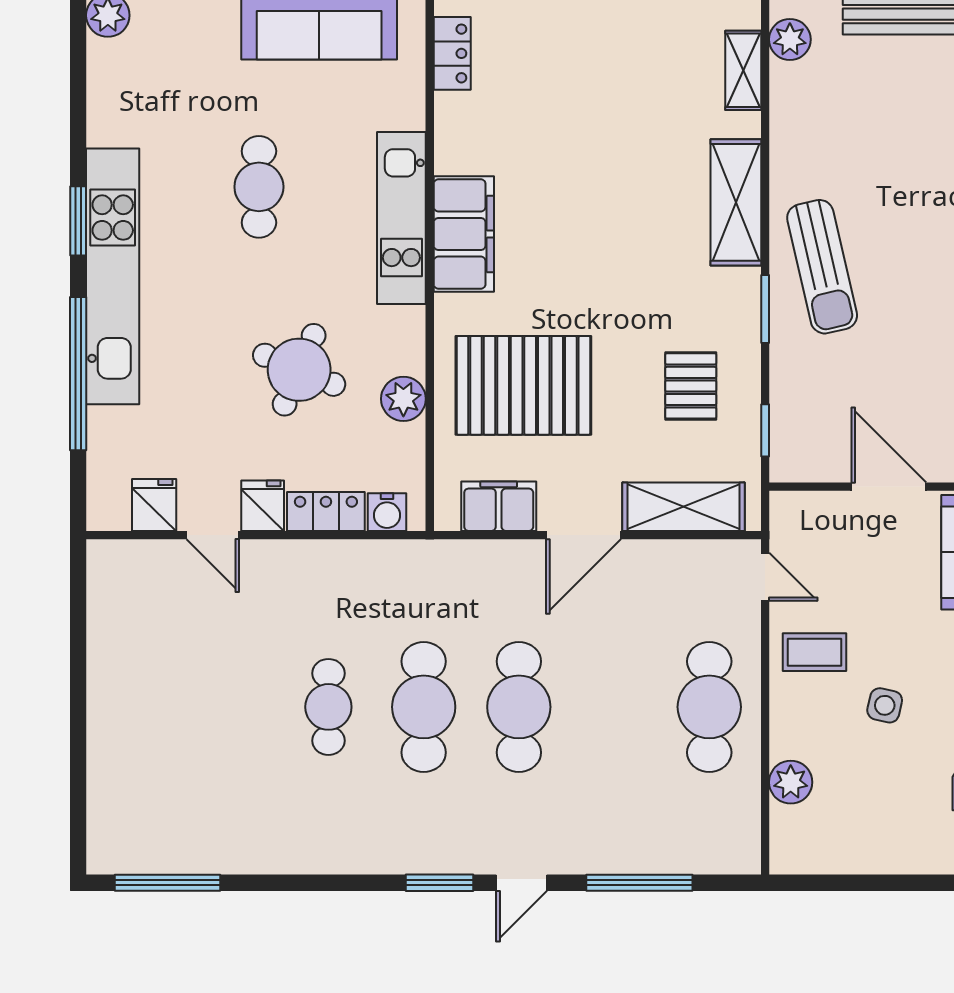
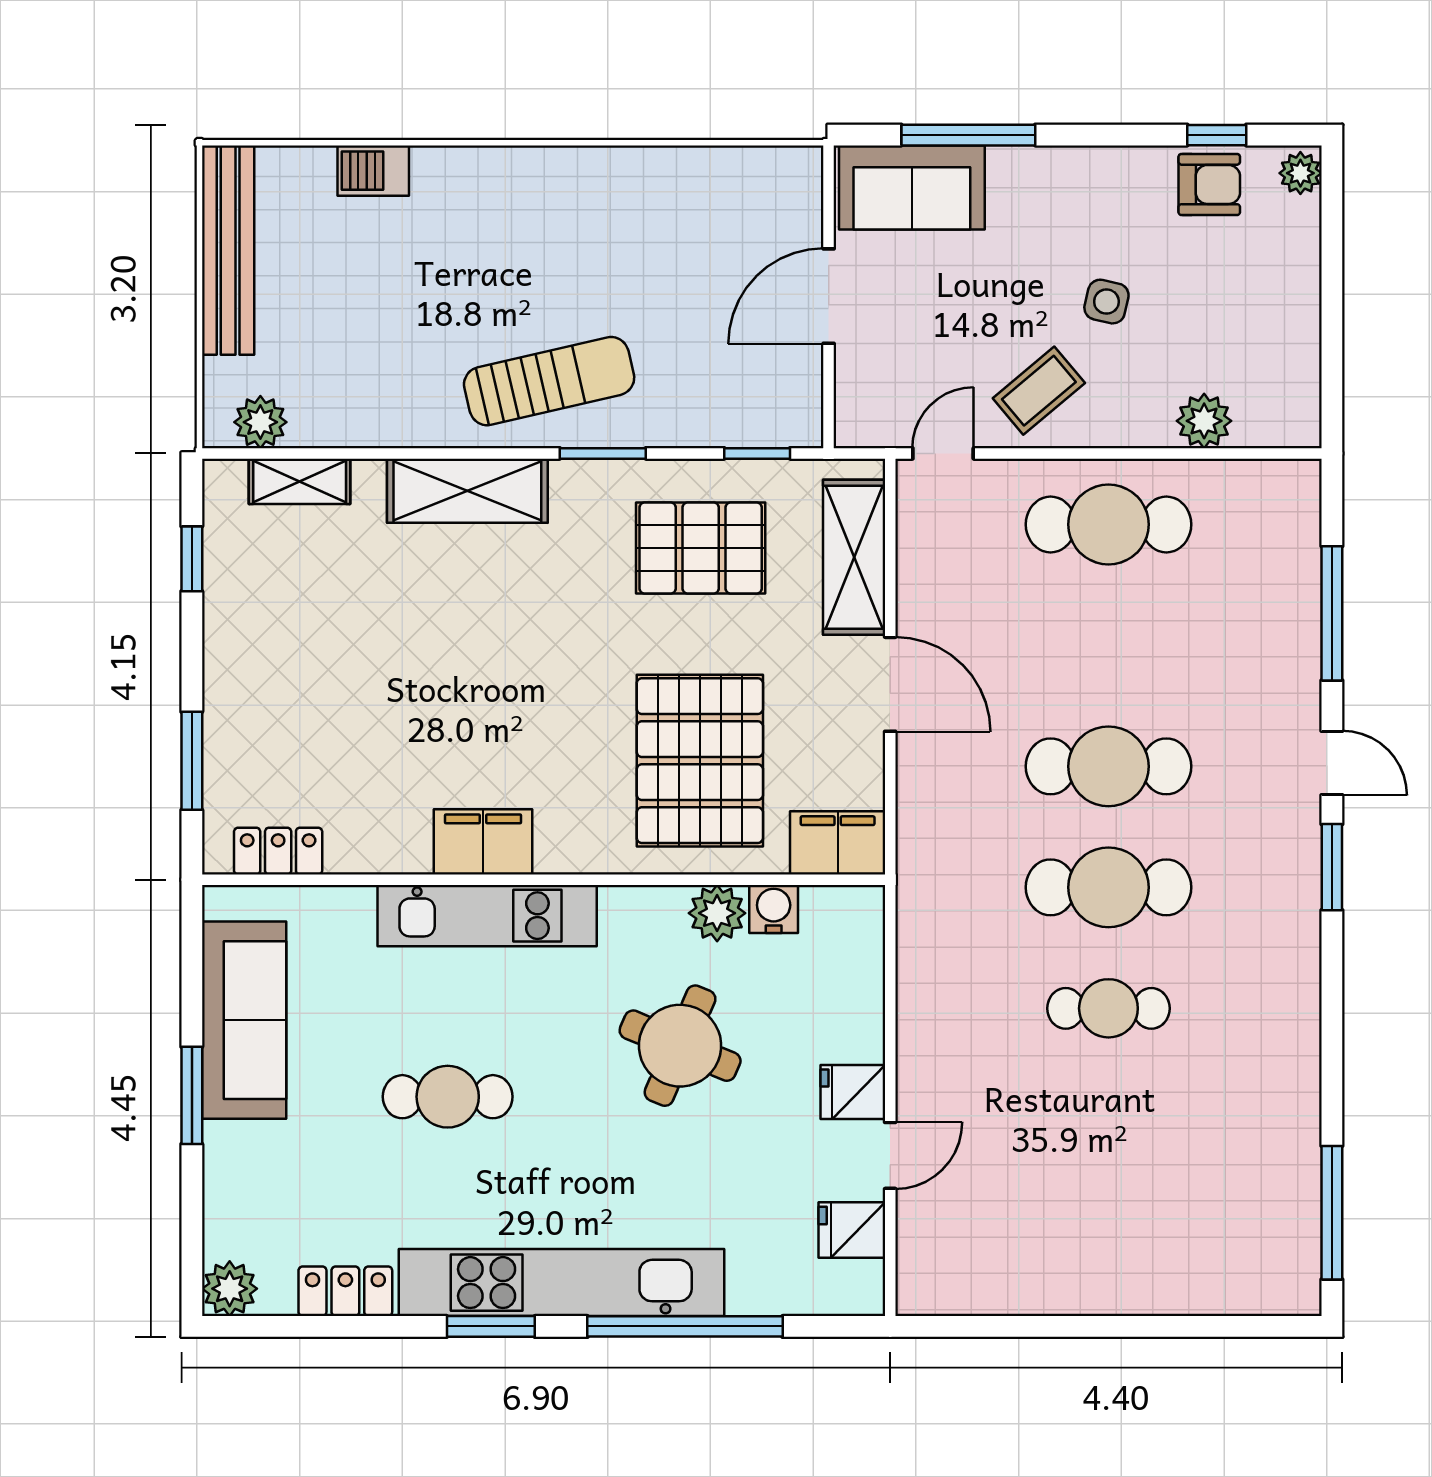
filing cabinet: (464, 234) -> (483, 842), width x0.67, depth x0.86
pallet: (691, 386) -> (701, 548), width x1.50, depth x1.42
filing cabinet: (499, 506) -> (838, 843), moved, turned 90
locker: (326, 512) -> (345, 1291), moved, turned 90
water cooler: (387, 512) -> (774, 909), moved, turned -90
coffee table: (815, 652) -> (1039, 391), turned 50

